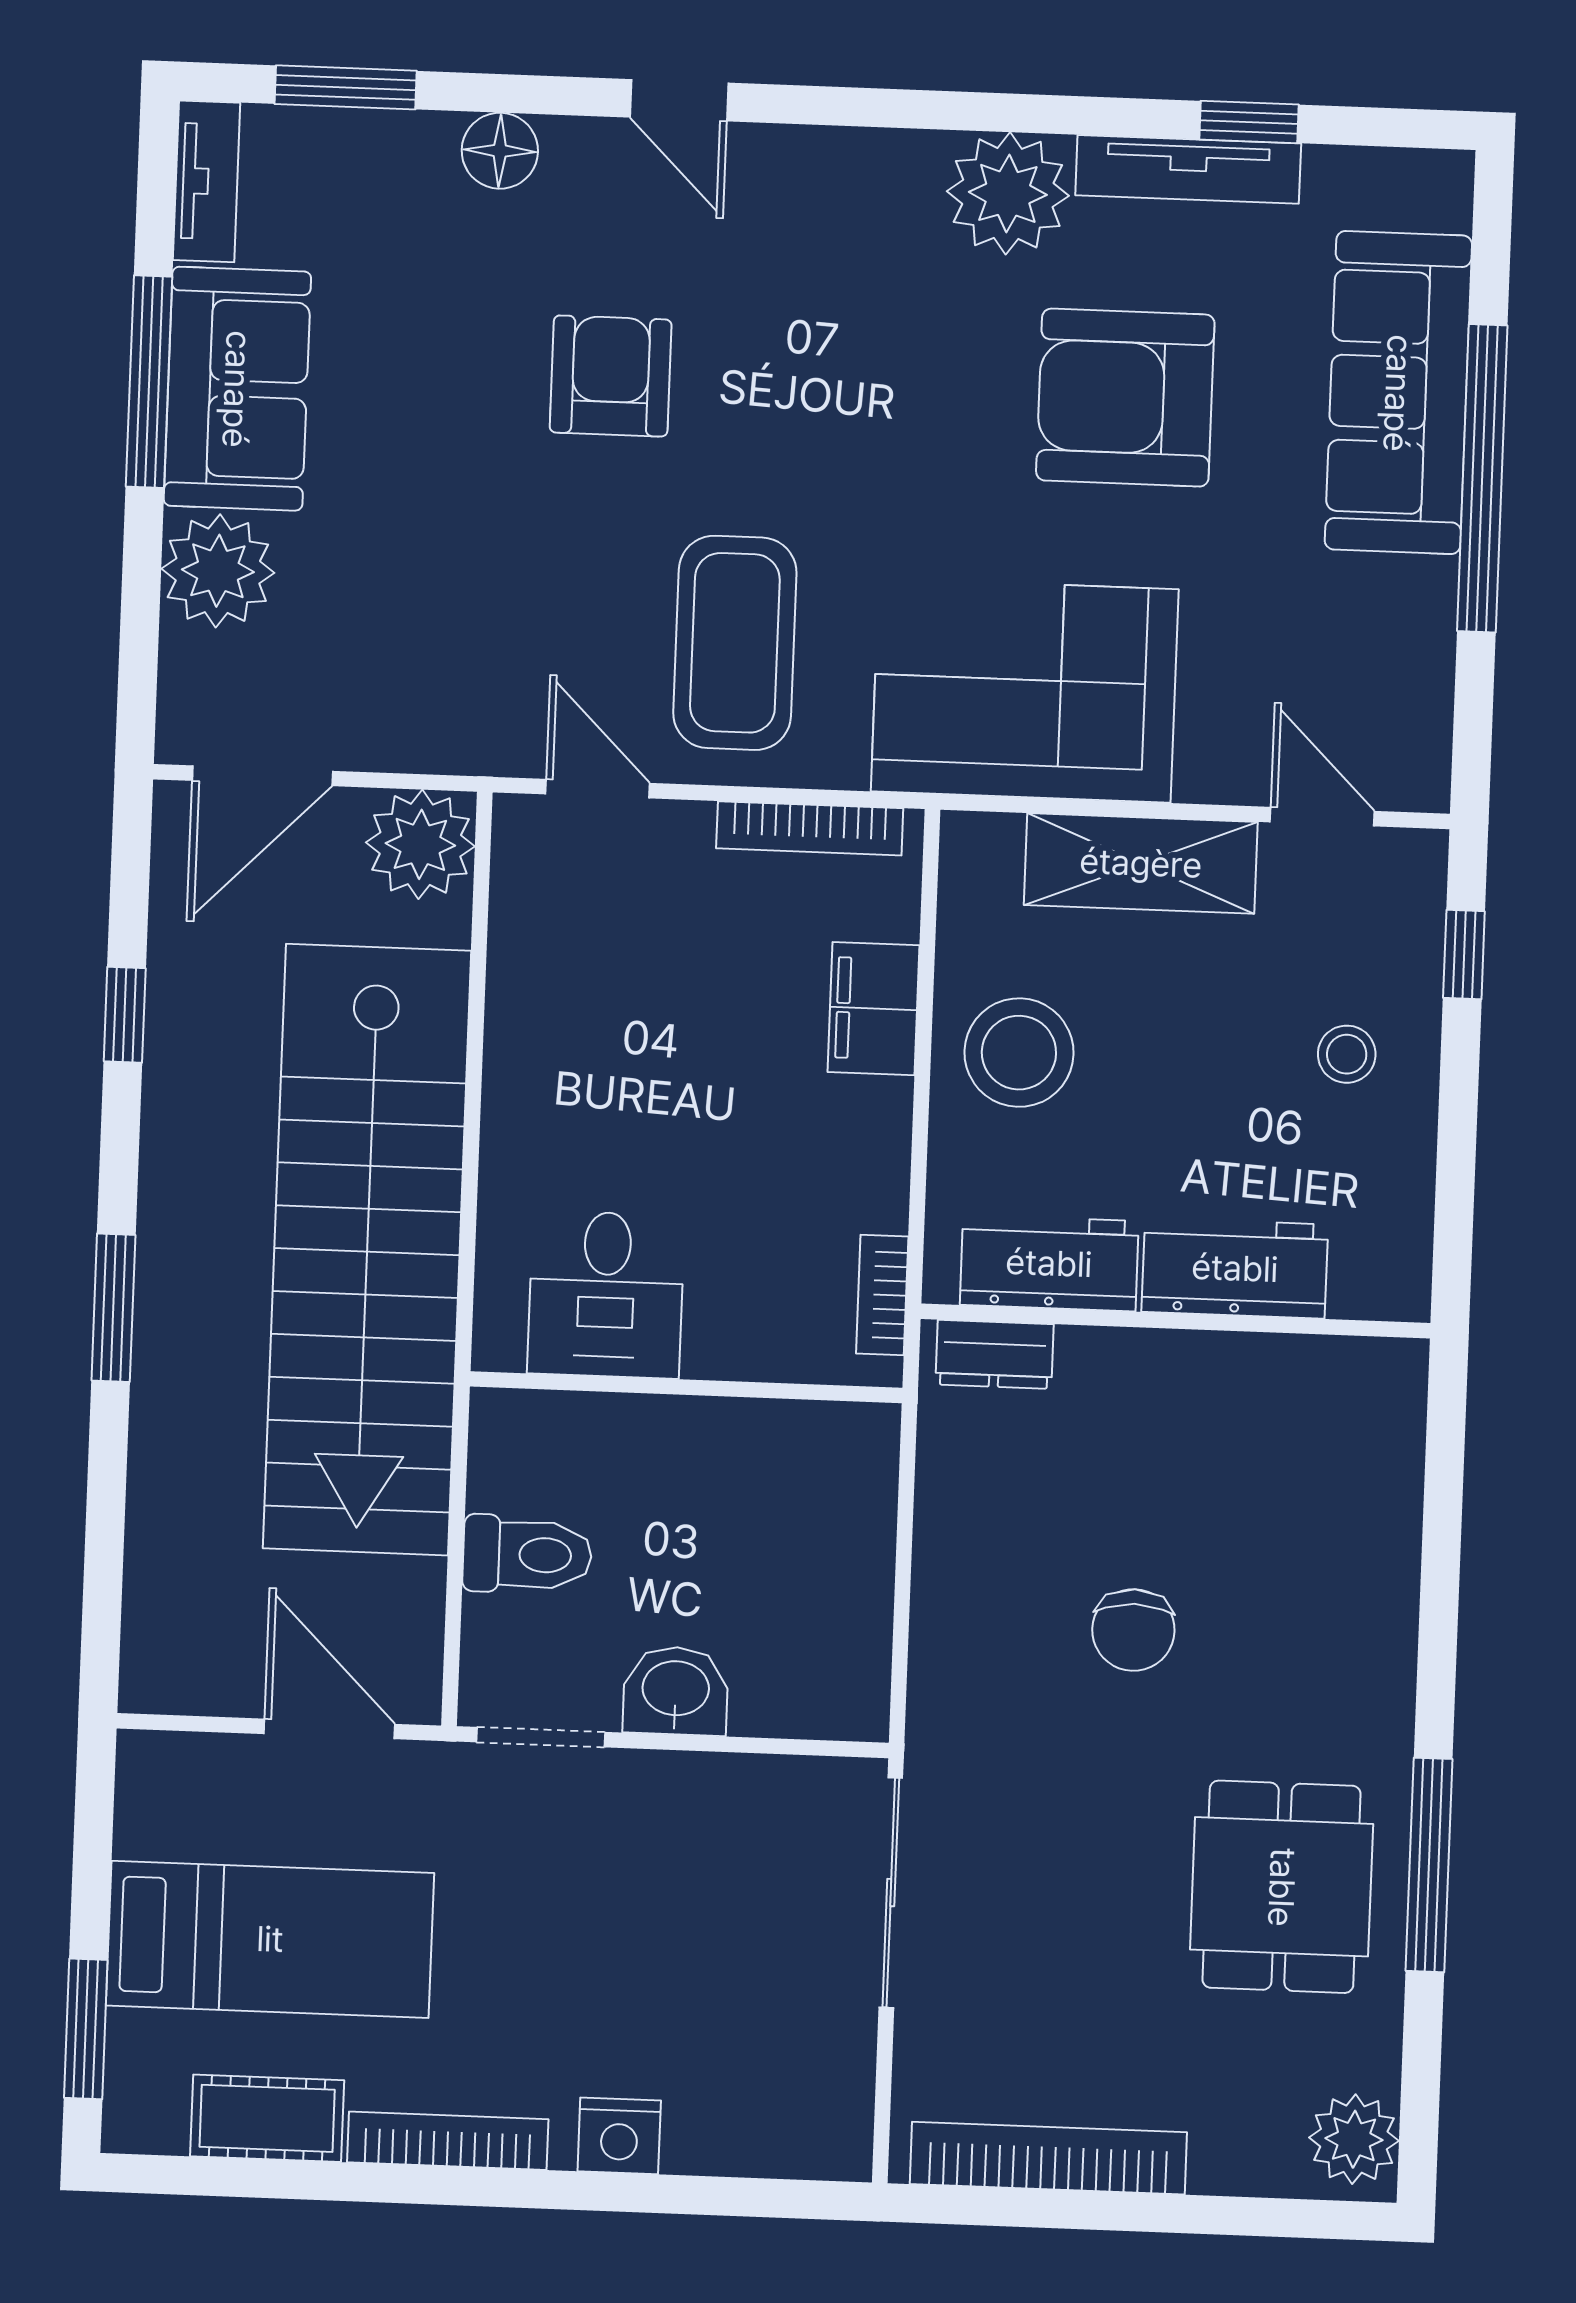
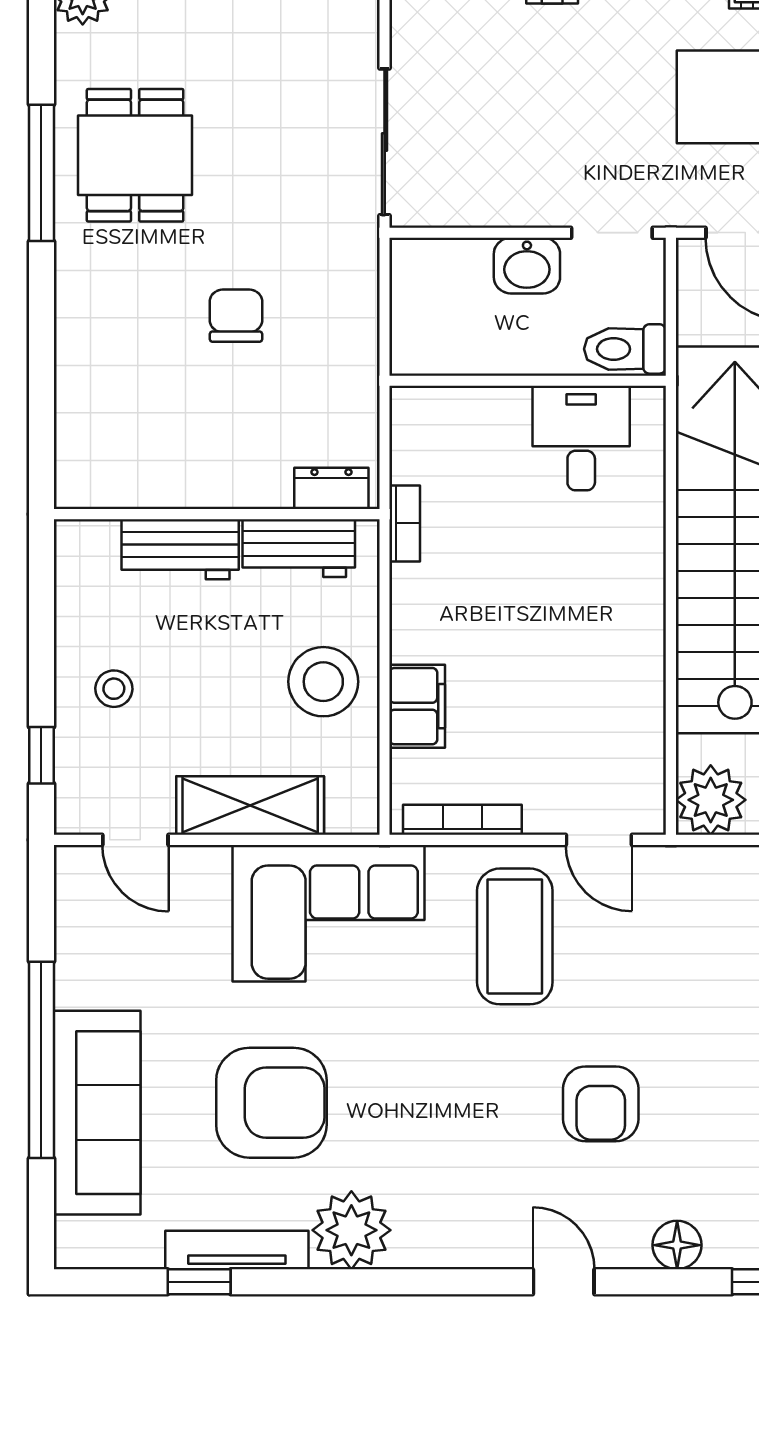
desk: (606, 1294) -> (581, 438), moved
wall: (686, 1387) -> (528, 381), moved

